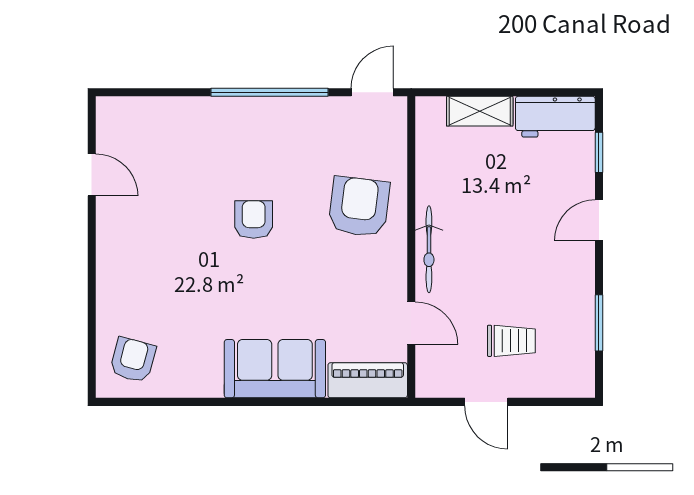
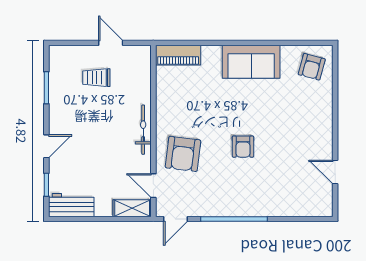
shelving: (480, 111) -> (132, 208), moved
door: (411, 323) -> (153, 186), moved
sofa: (275, 369) -> (251, 62), moved

